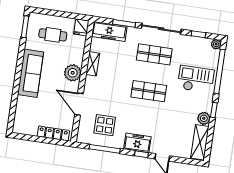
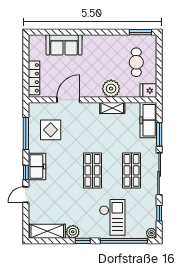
sofa: (30, 73) -> (64, 45), moved, width x0.73
plant: (73, 73) -> (111, 89), moved

